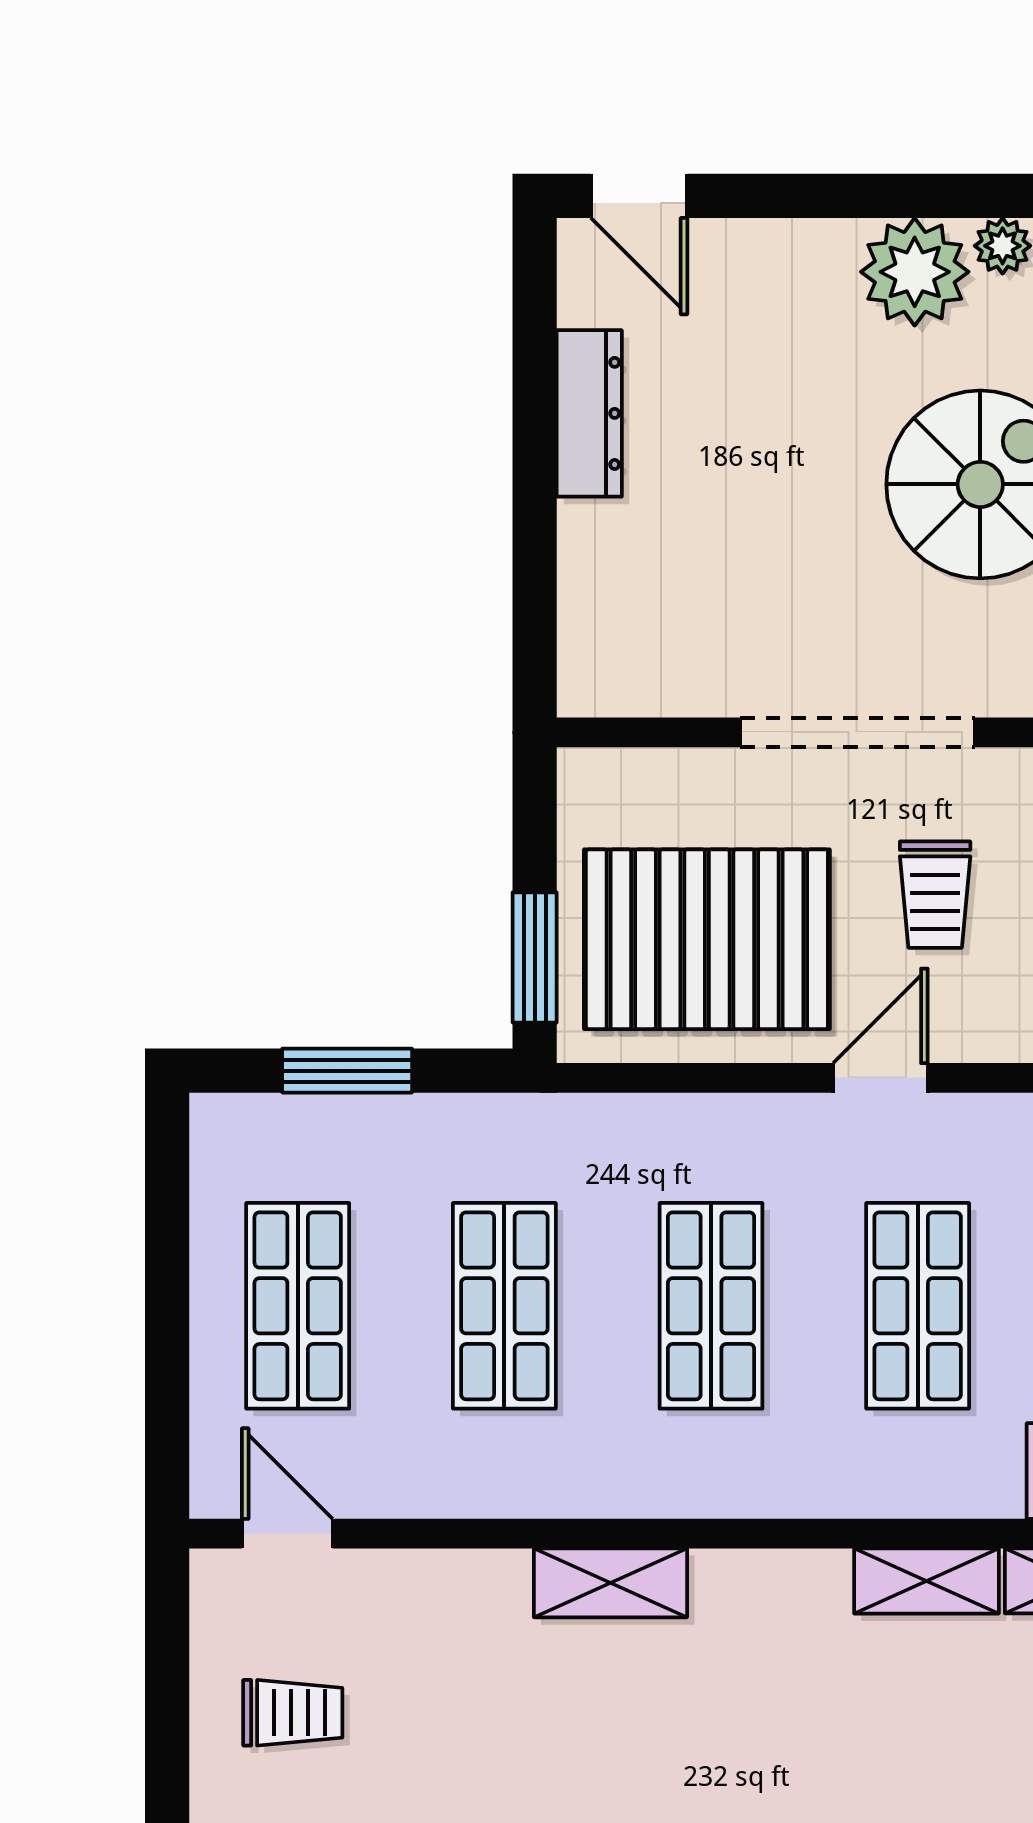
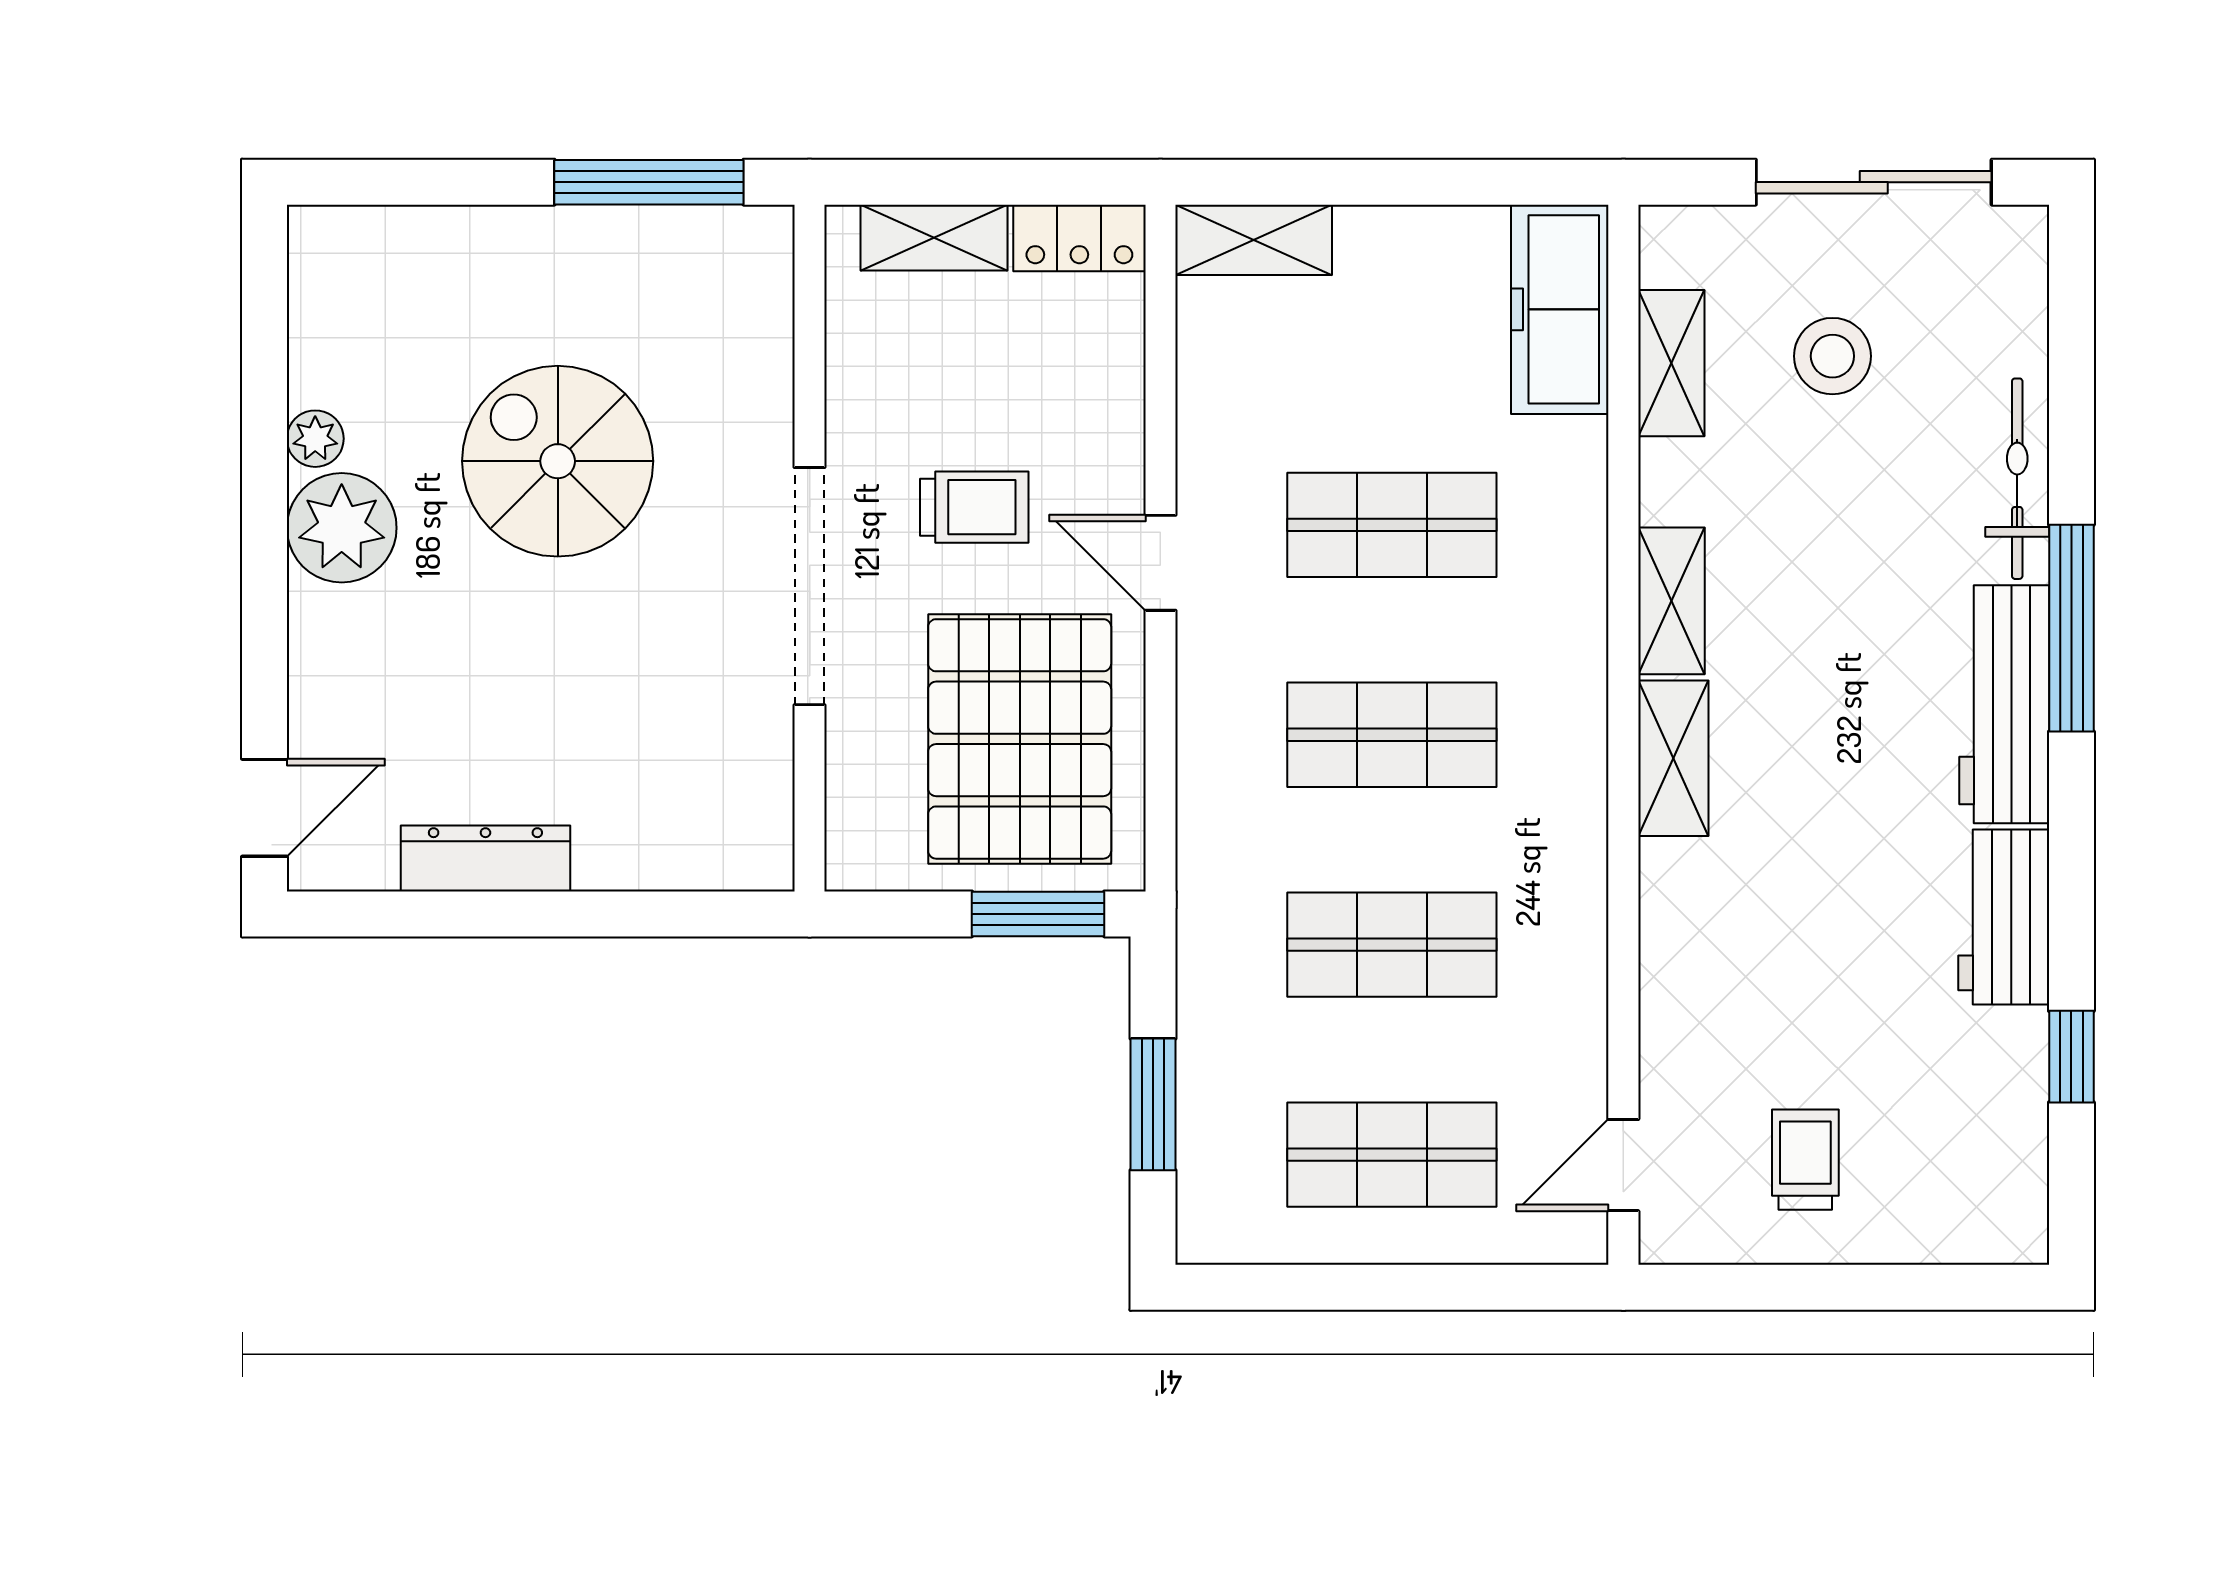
shelving: (926, 1581) -> (1671, 601), moved
shelving: (610, 1583) -> (1673, 758), moved

